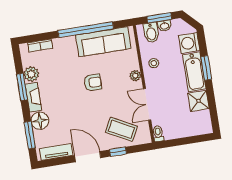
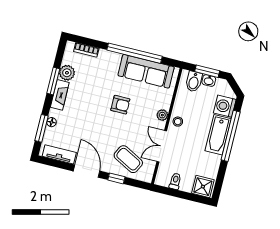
stool: (154, 63) -> (178, 122), moved
window: (206, 68) -> (231, 136), width x2.11
shower: (198, 101) -> (203, 187), moved
floor lamp: (40, 121) -> (52, 122), width x0.53, depth x0.53
toilet: (158, 134) -> (175, 181), moved

